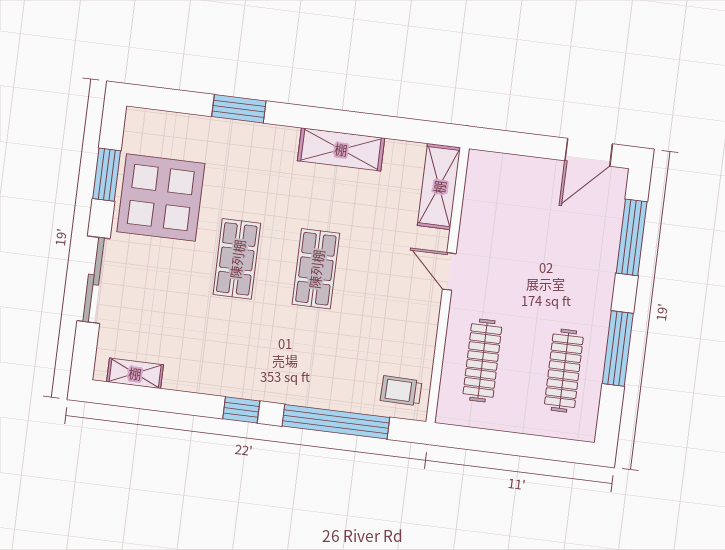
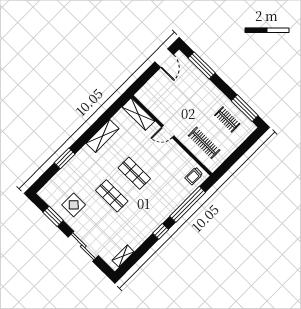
display table: (161, 198) -> (74, 205), width x0.54, depth x0.54
window: (618, 349) -> (245, 108), moved
clothes rail: (564, 371) -> (227, 120), width x0.73

